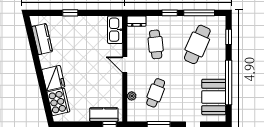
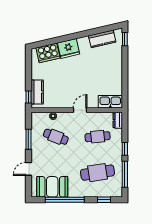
window: (70, 13) -> (125, 39), moved
cafe table: (197, 44) -> (98, 173), turned -33

